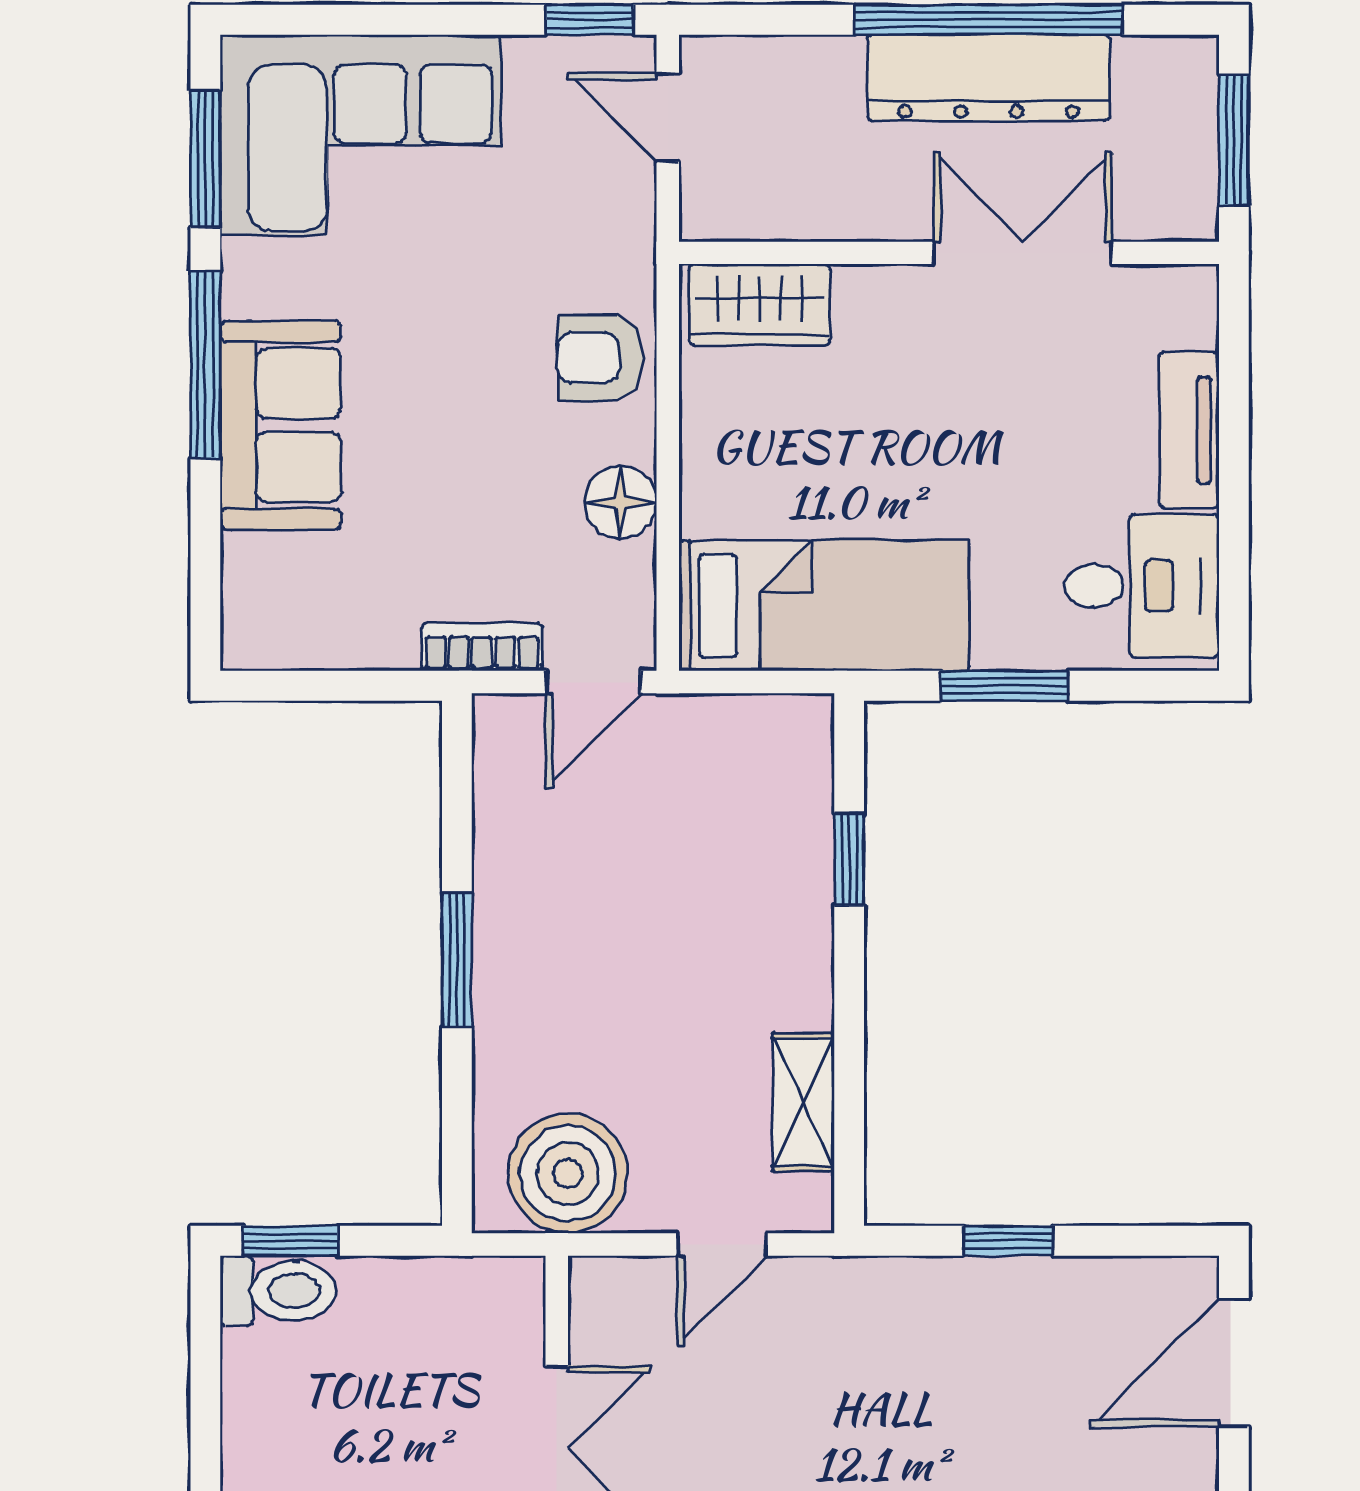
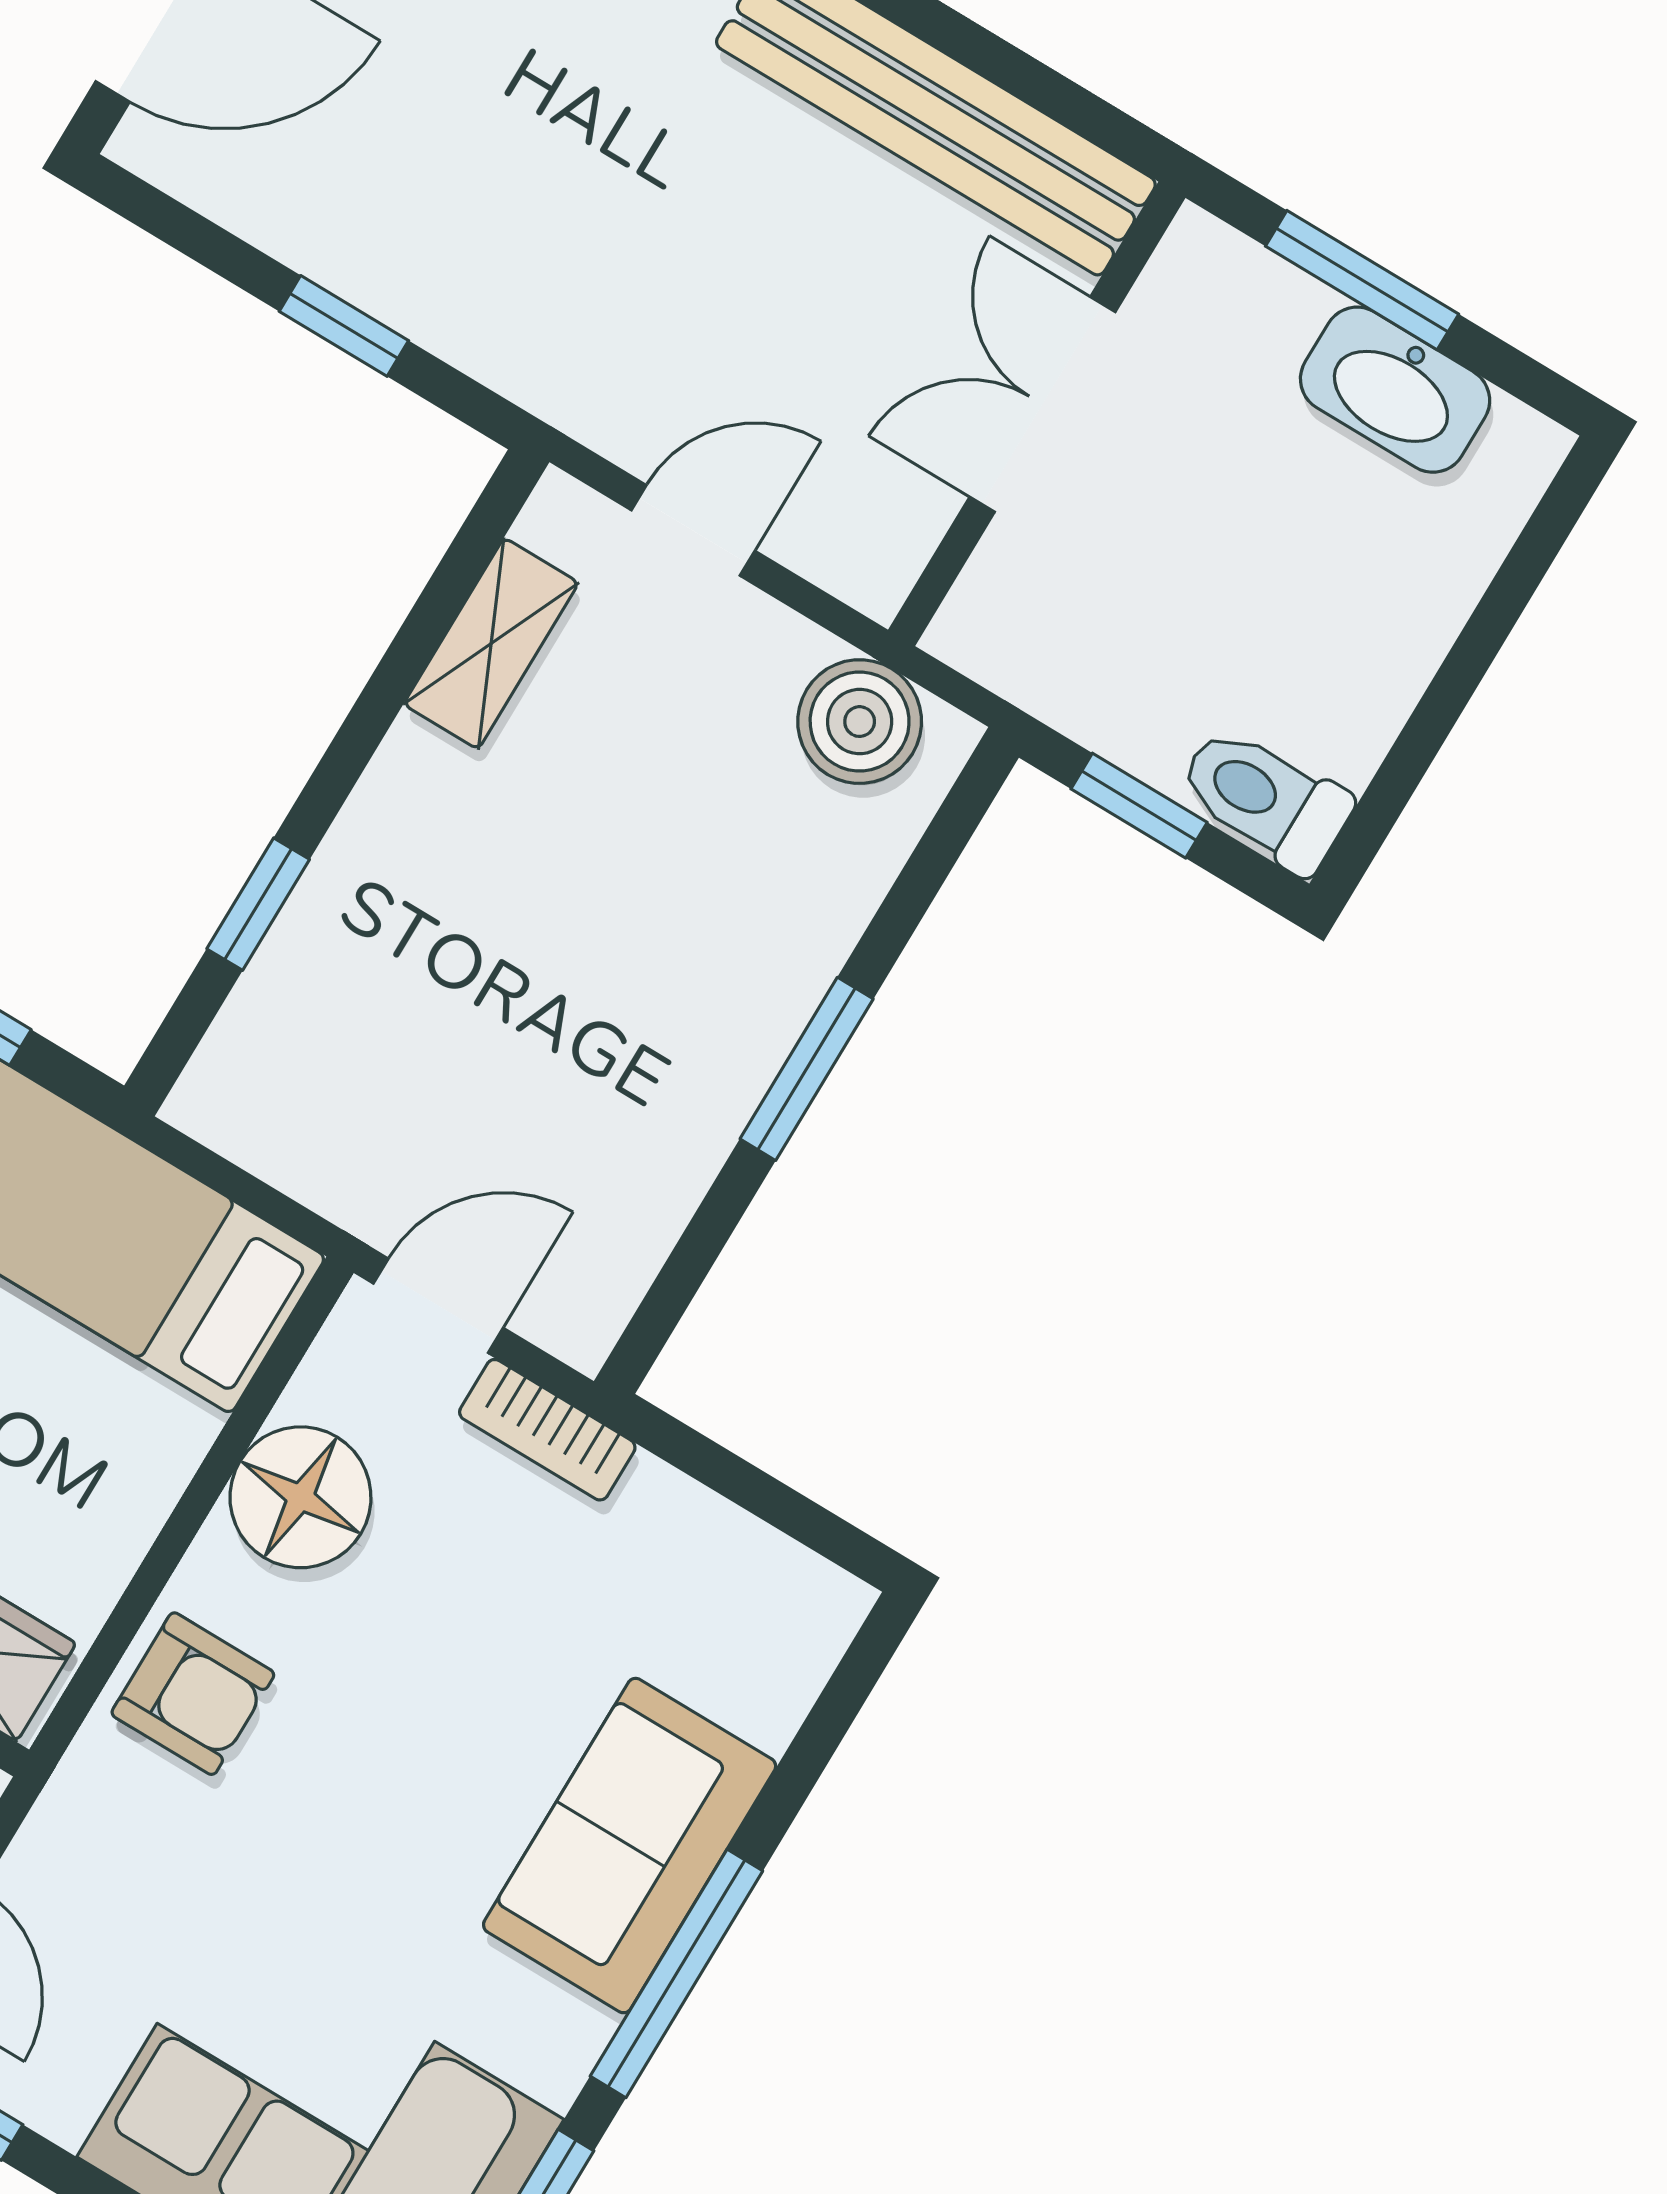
floor lamp: (620, 502) -> (300, 1497), width x1.38, depth x1.38
boiler: (568, 1174) -> (860, 722), width x0.73, depth x0.73
window: (290, 1241) -> (1139, 806), moved

